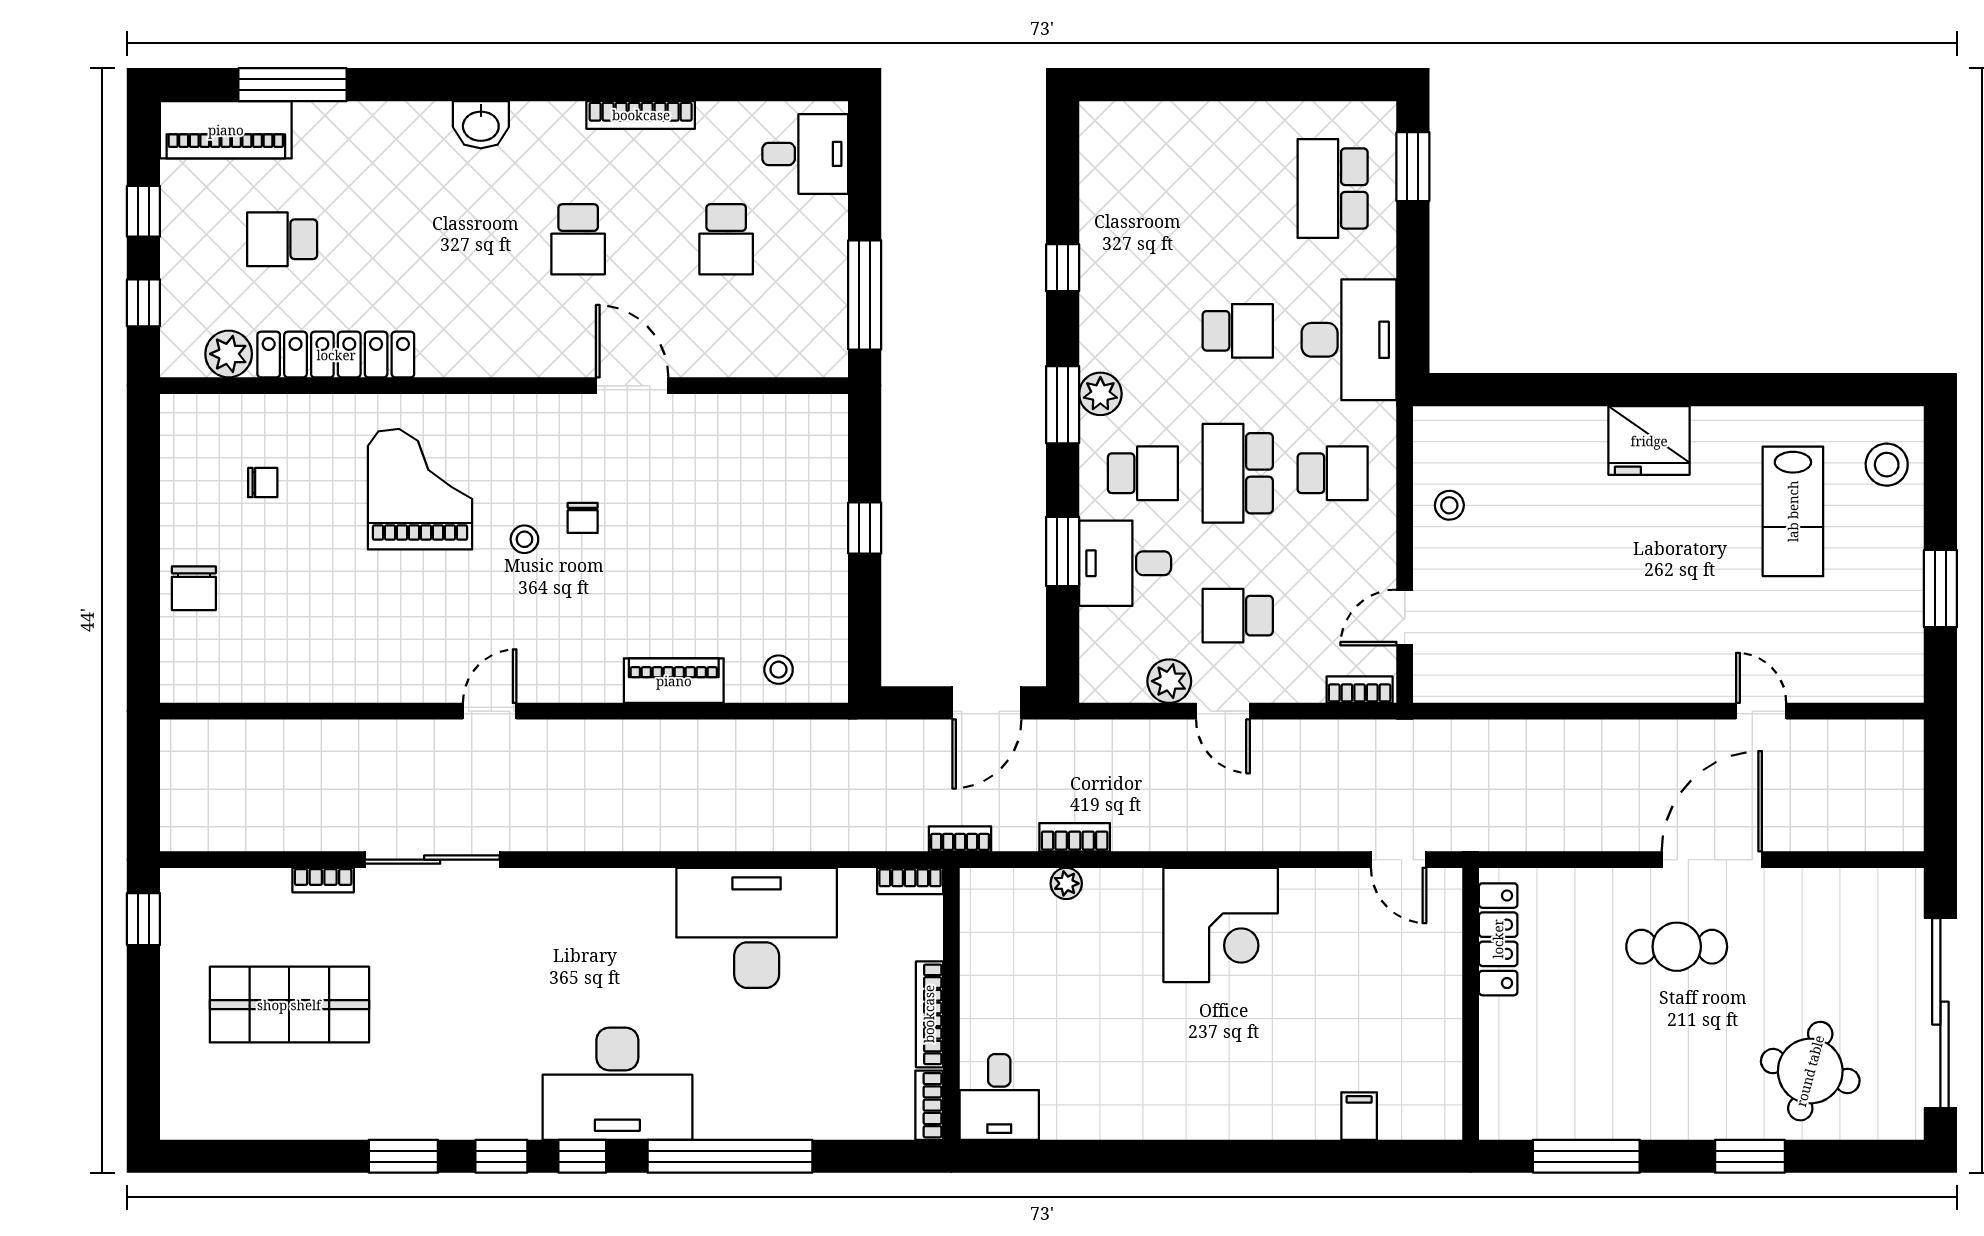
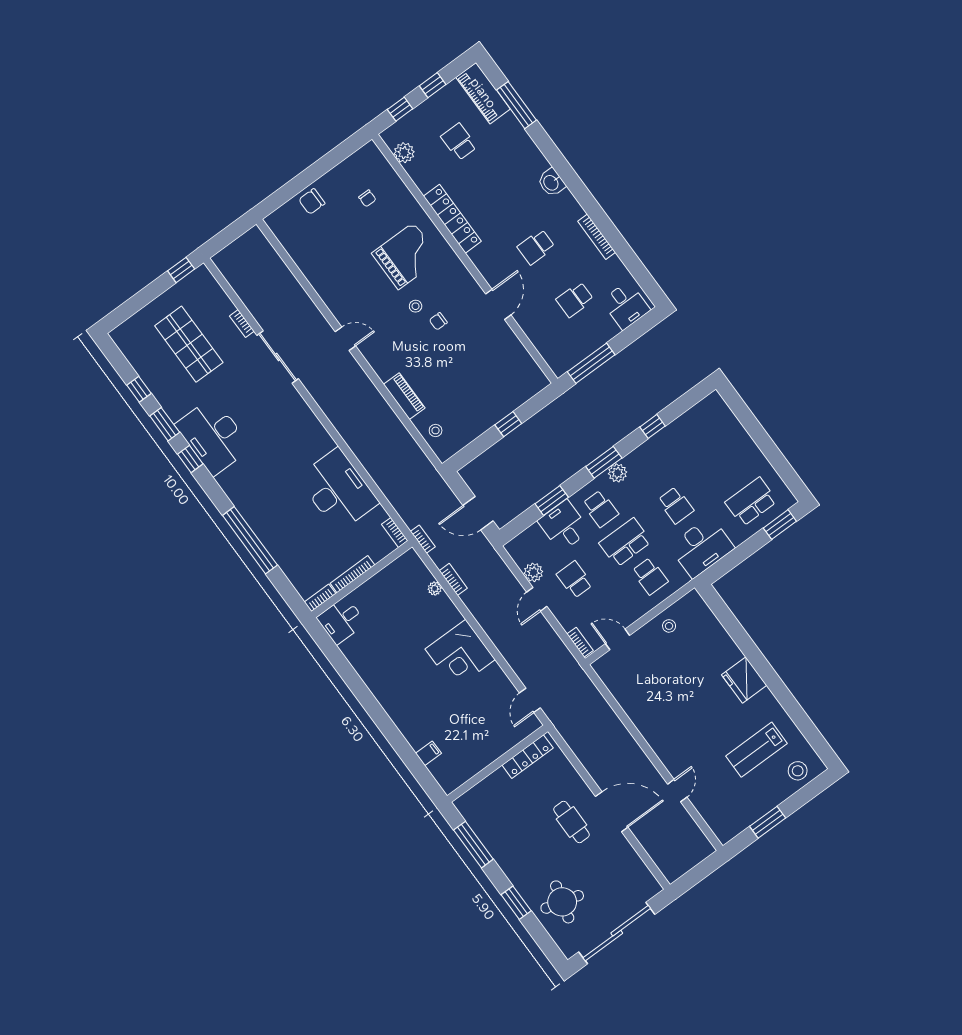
locker: (336, 355) -> (452, 219), moved
desk: (617, 1084) -> (213, 436), moved
window: (582, 1156) -> (139, 389), moved

